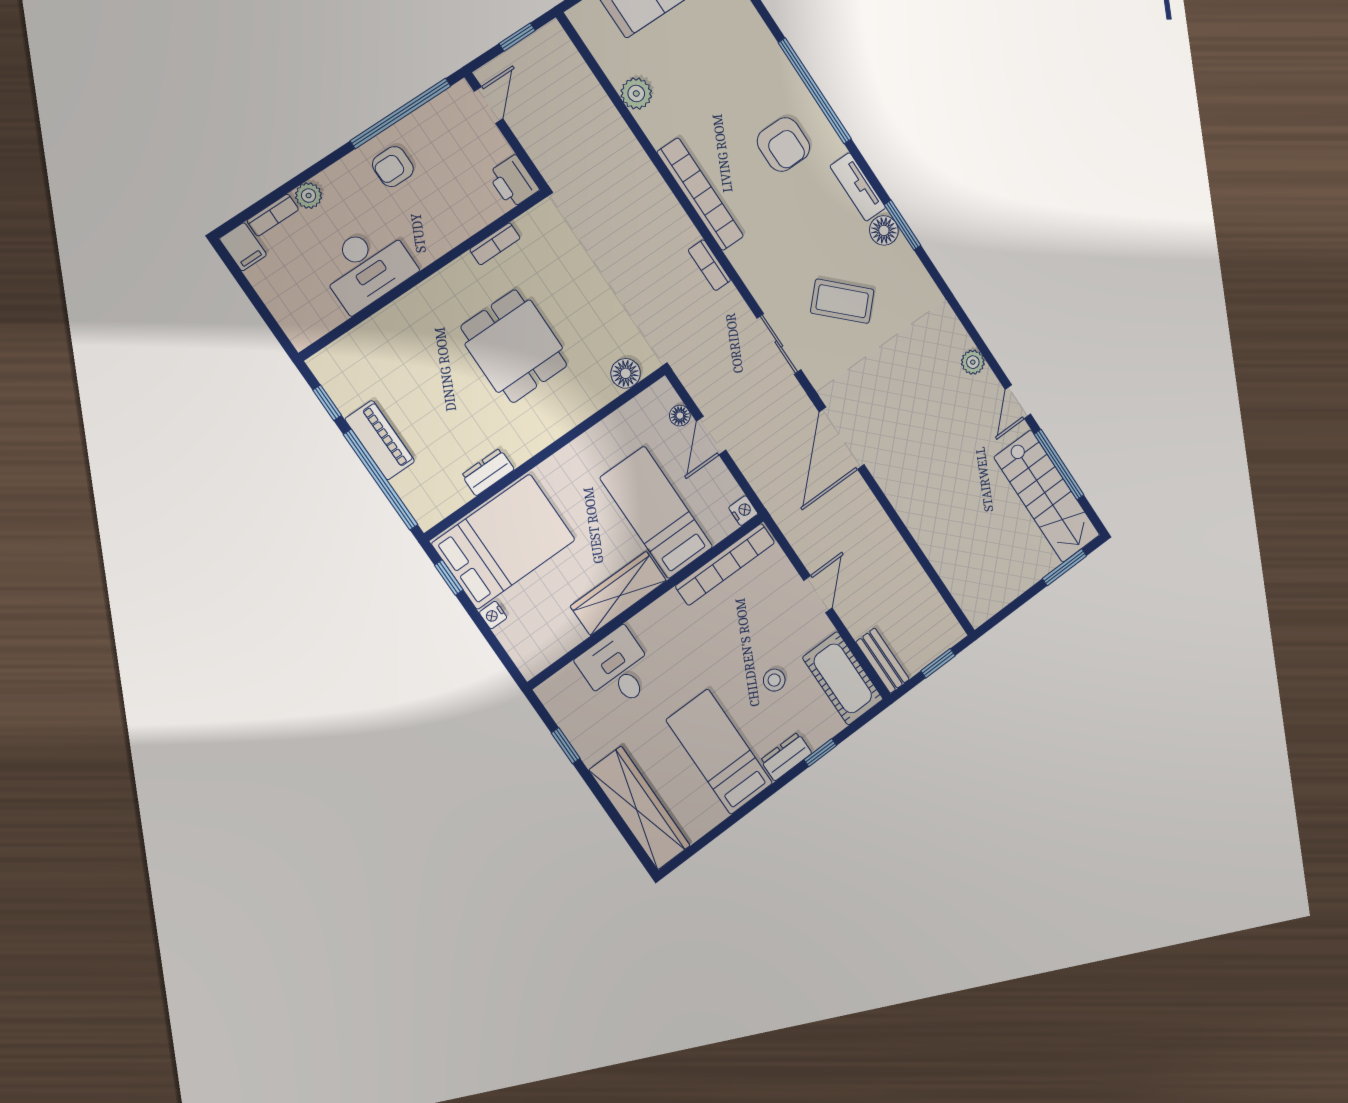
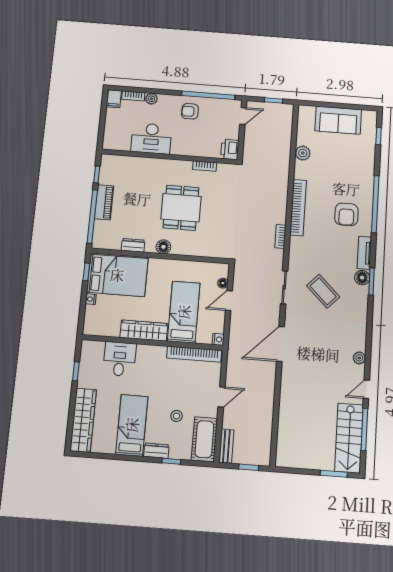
floor lamp: (626, 373) -> (163, 247), moved

